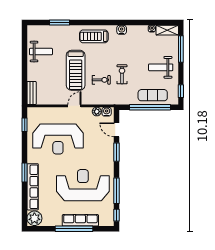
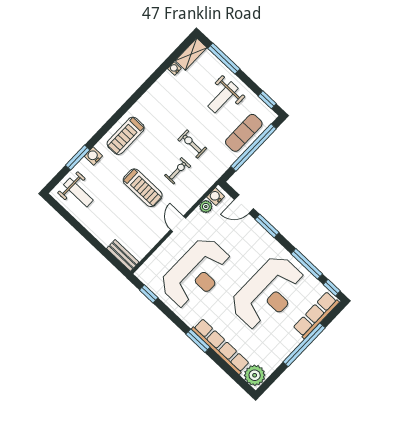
water cooler: (122, 30) -> (93, 156), moved
weight bench: (41, 52) -> (78, 192), moved, turned 90
treadmill: (76, 70) -> (143, 188), width x0.73, depth x0.73
reception desk: (83, 185) -> (268, 293), turned 180
row of seats: (80, 220) -> (316, 315), moved

